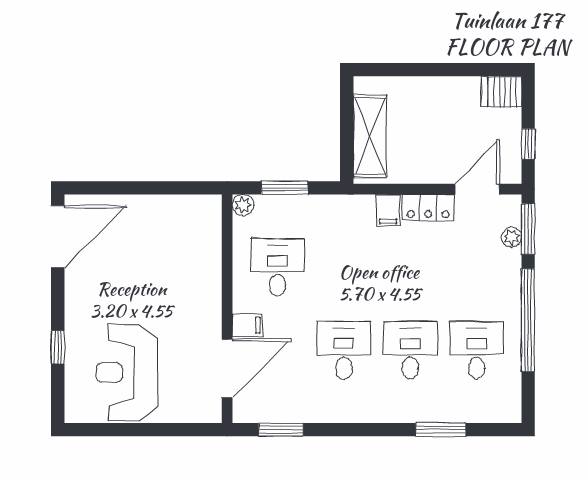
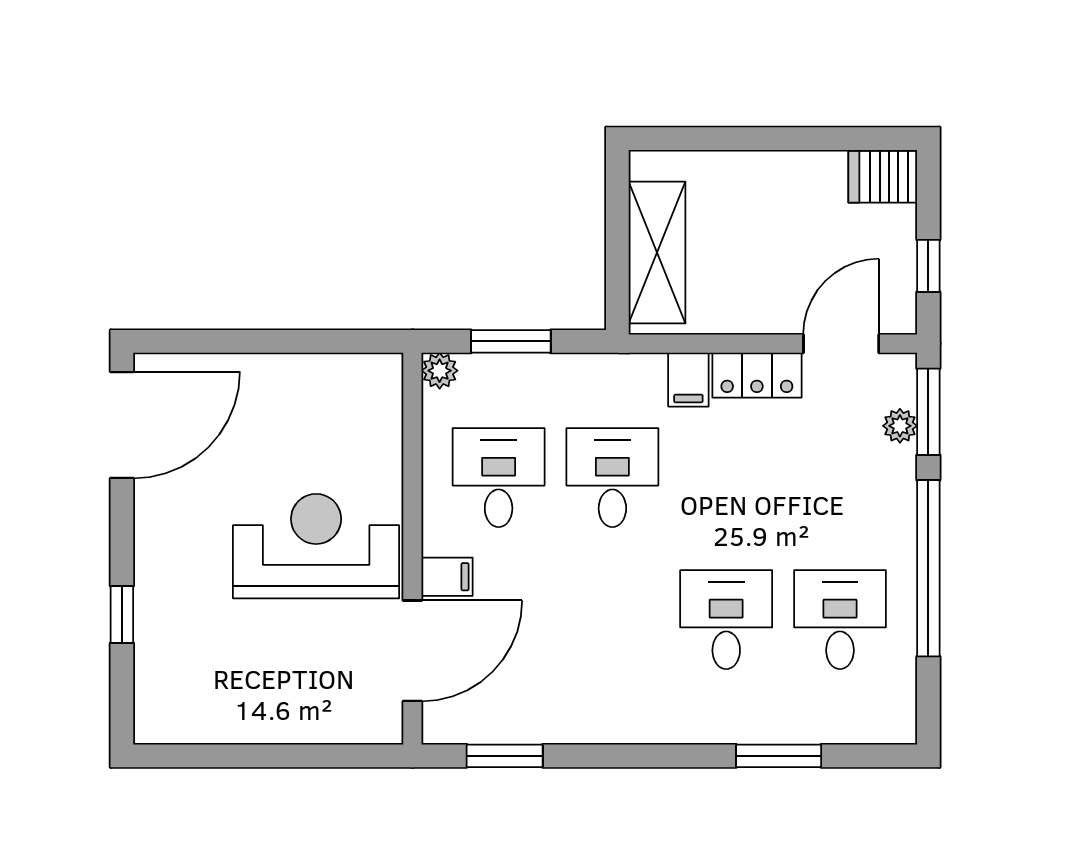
desk: (344, 350) -> (612, 478), moved
reception desk: (127, 372) -> (316, 546), moved, turned 90

